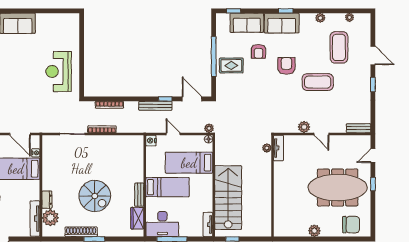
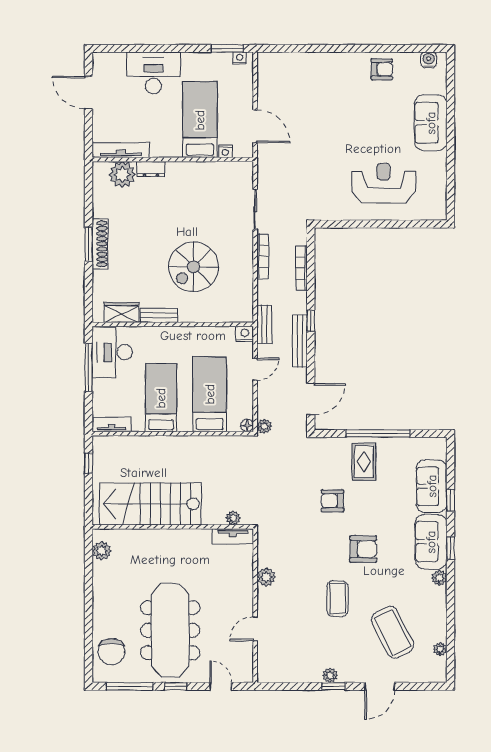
window: (233, 11) -> (451, 500), moved
plant: (320, 18) -> (439, 578), moved
coffee table: (339, 47) -> (393, 632), turned 63
armchair: (258, 51) -> (333, 501), moved
reception desk: (59, 71) -> (384, 183), moved
coffee table: (318, 82) -> (338, 599), width x0.73, depth x0.76
plant: (366, 87) -> (330, 675), added
window: (165, 99) -> (311, 321), moved
bench: (359, 128) -> (264, 324), moved
door: (20, 134) -> (255, 126), swing flipped
door: (321, 134) -> (255, 629), moved
bed: (168, 187) -> (161, 398), moved, turned 180
spiral stairs: (95, 196) -> (194, 267), moved
stairs: (228, 198) -> (150, 504), moved, turned 180
window: (373, 213) -> (130, 686), added
plant: (314, 231) -> (102, 551), moved
shoe rack: (81, 232) -> (100, 244), moved

